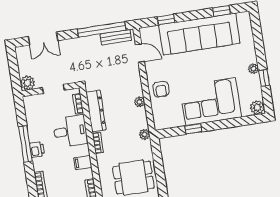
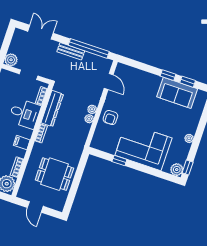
window: (166, 20) -> (168, 75), moved
sofa: (199, 34) -> (177, 93), width x0.54, depth x0.79
bench: (116, 37) -> (71, 51), moved
double door: (43, 39) -> (40, 32), swing flipped
window: (264, 78) -> (188, 168), moved
plant: (144, 134) -> (92, 109), moved

